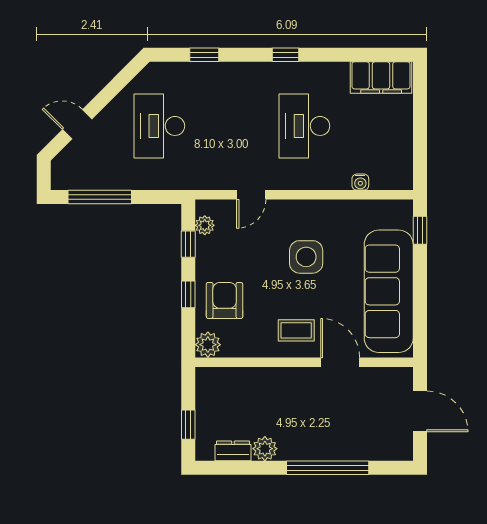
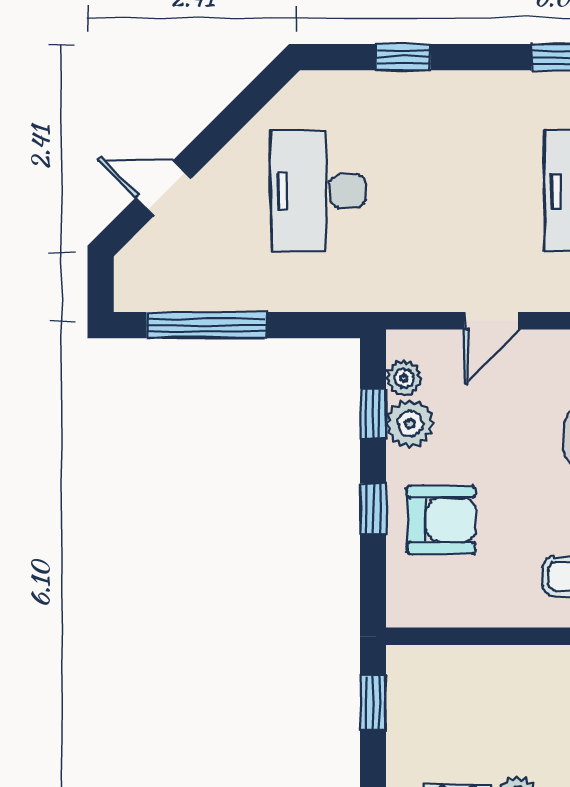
armchair: (225, 300) -> (441, 520), turned 90
plant: (208, 345) -> (410, 424), moved
window: (188, 425) -> (373, 703), moved

